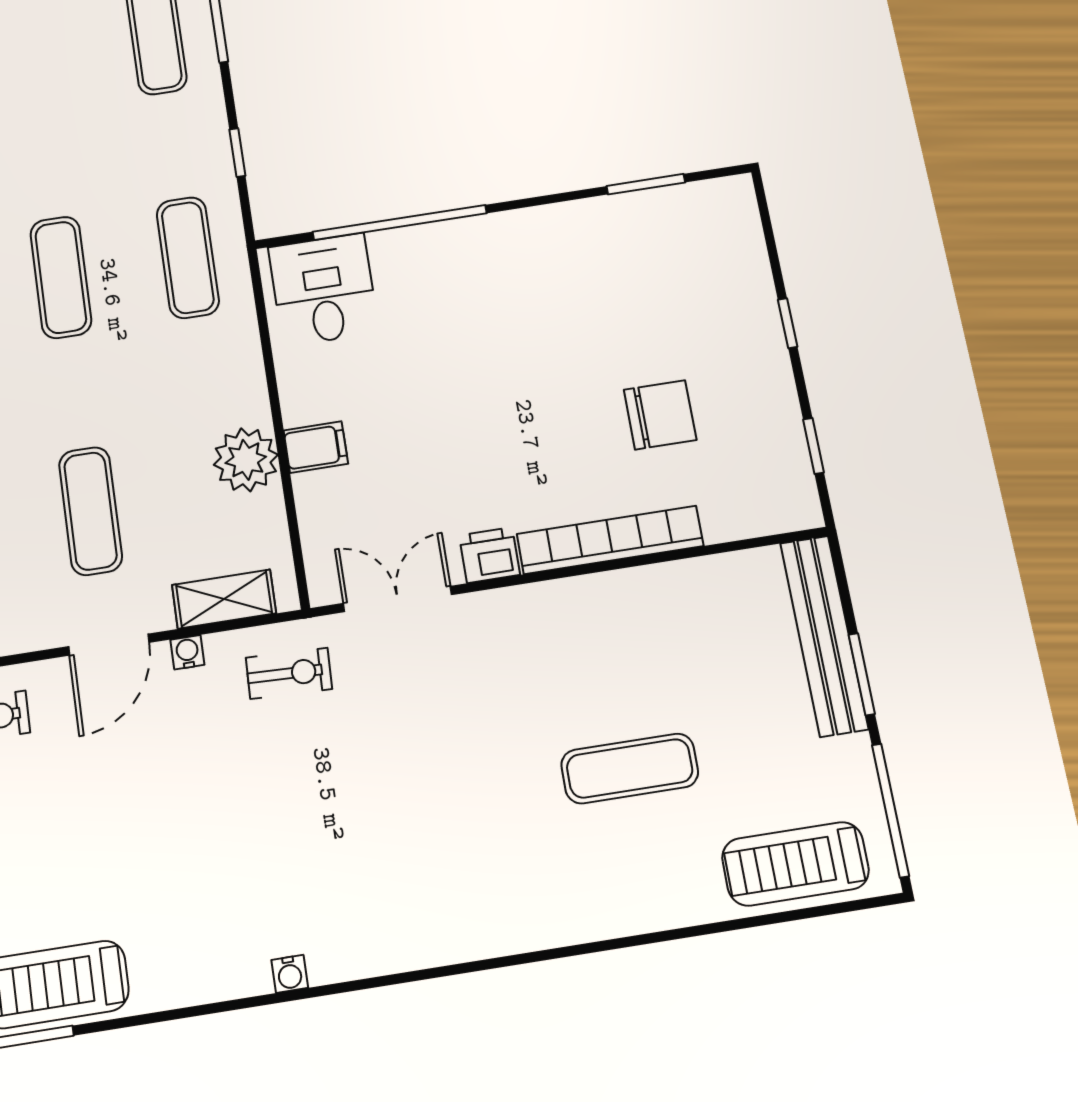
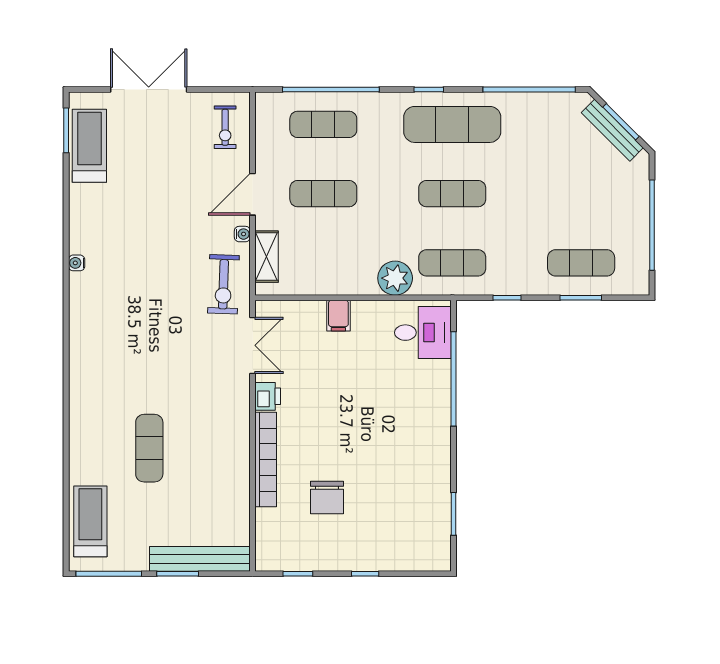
plant: (246, 460) -> (395, 278), moved
door: (109, 645) -> (253, 194), hinge flipped
exercise bike: (289, 673) -> (223, 284), width x1.38, depth x1.39

